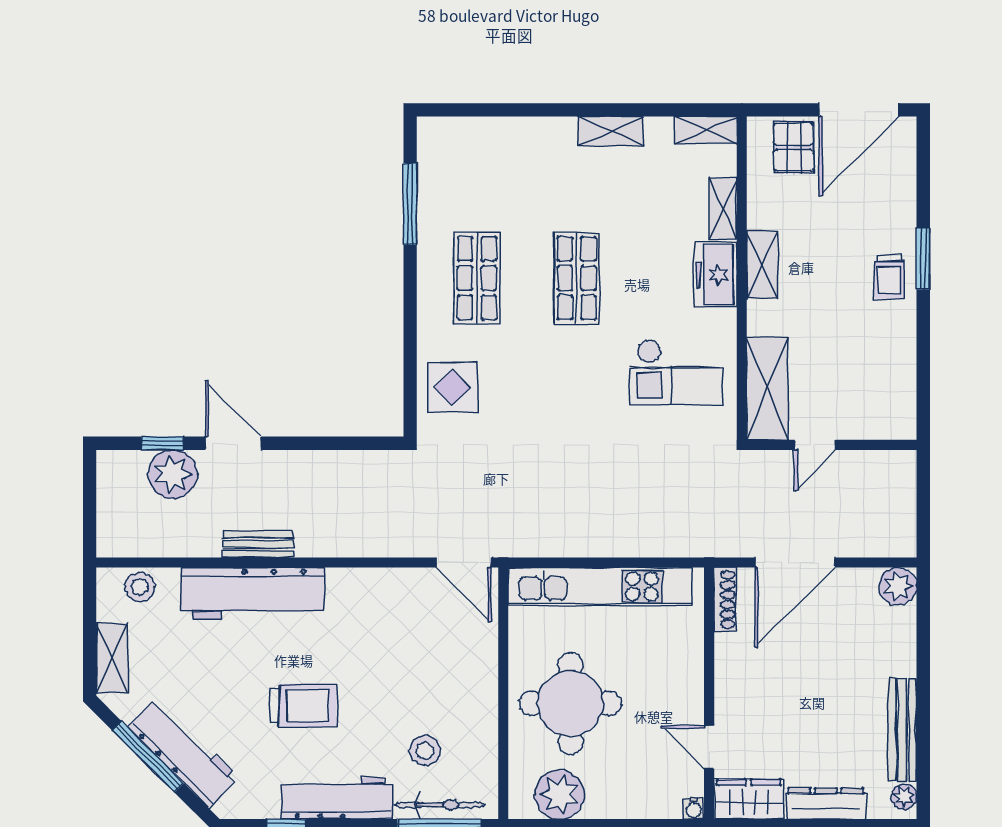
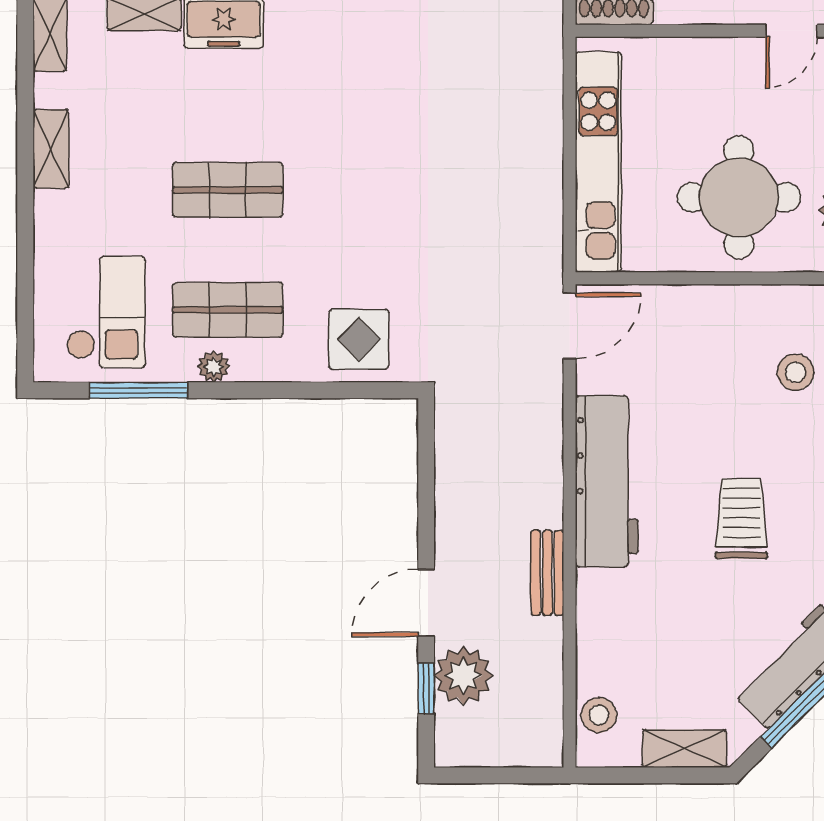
plant: (430, 267) -> (214, 367), added
checkout: (676, 372) -> (106, 312), moved
workbench: (252, 593) -> (607, 481), moved

